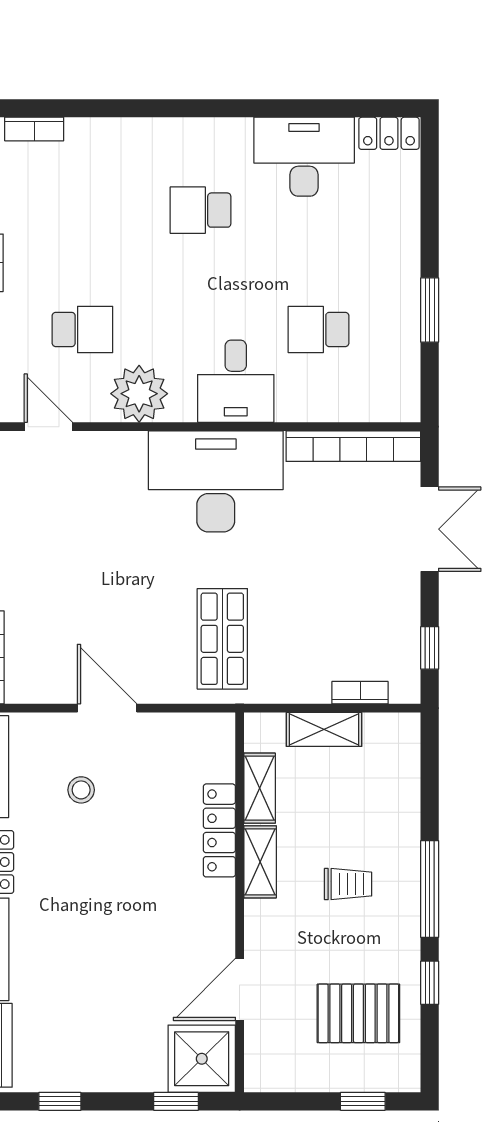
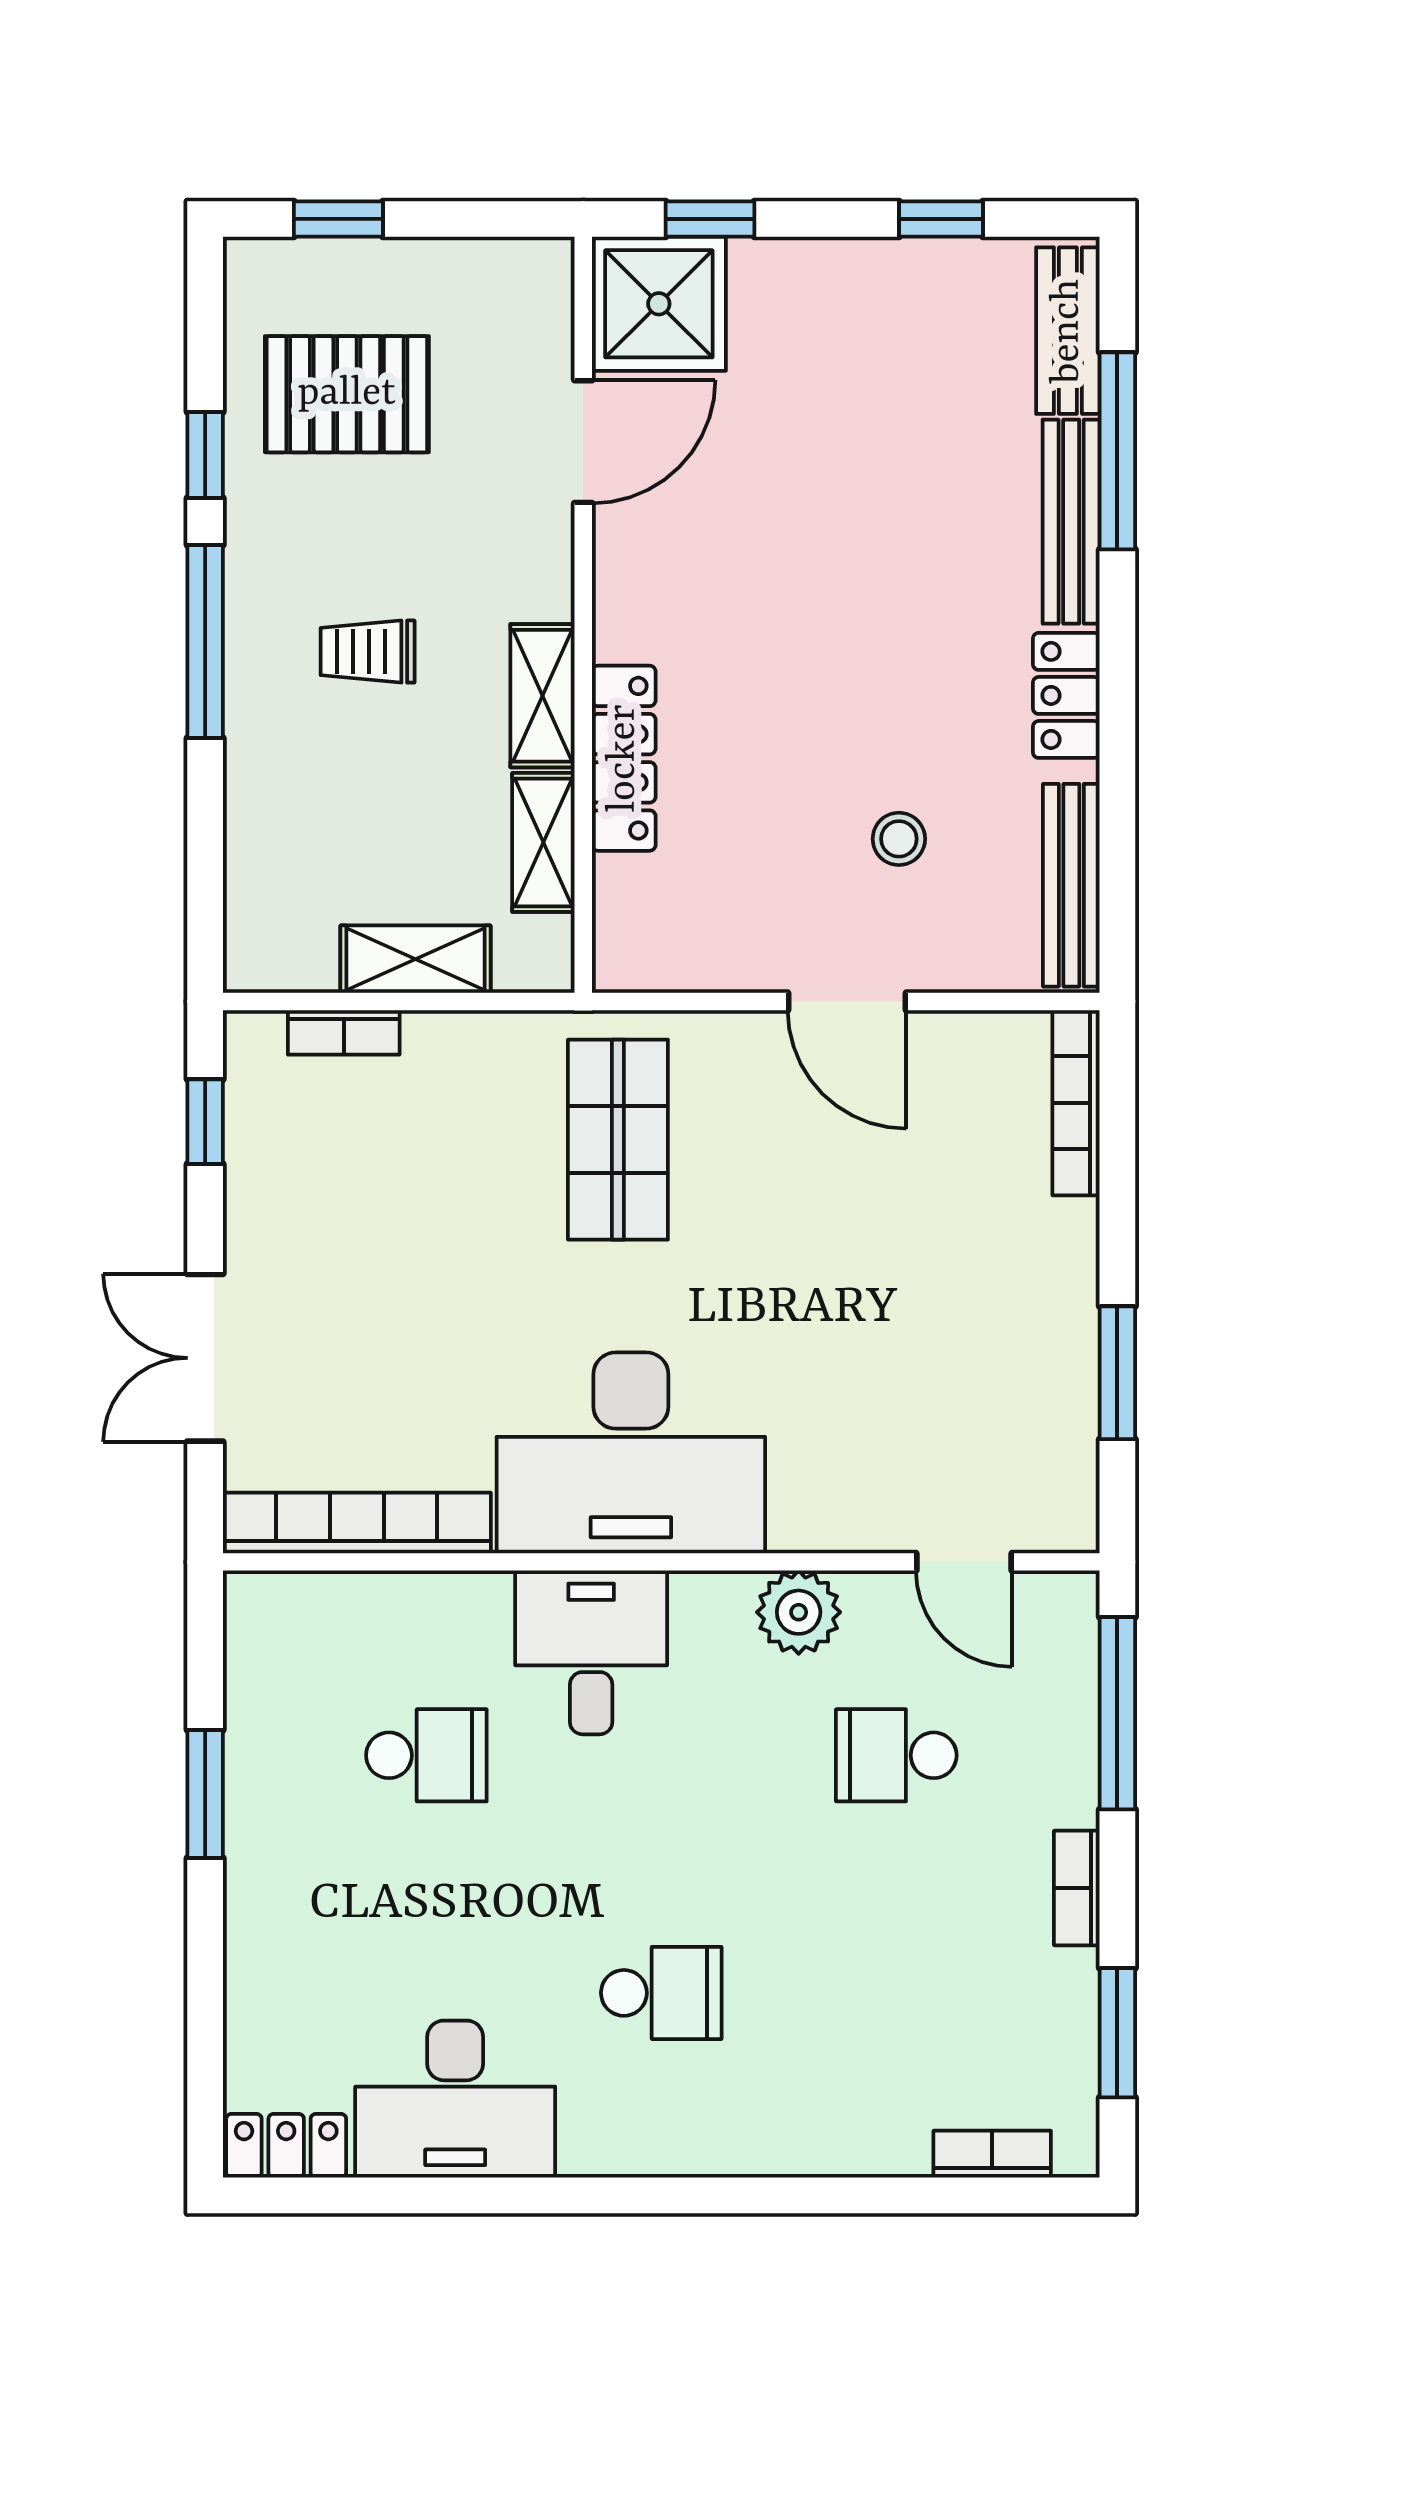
plant: (139, 394) -> (799, 1612), width x0.73, depth x0.73

